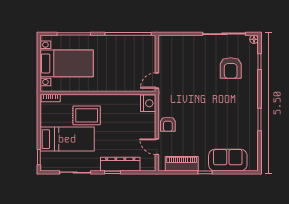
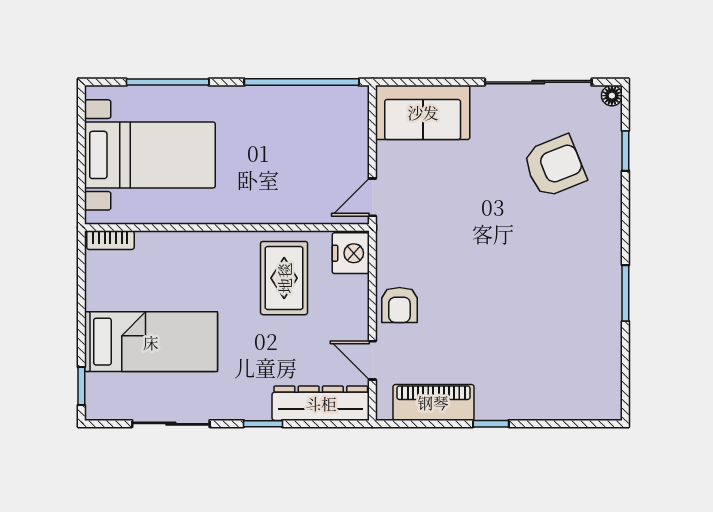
armchair: (231, 68) -> (554, 166), turned -112
rug: (87, 115) -> (284, 278), moved, turned 90
sofa: (228, 160) -> (423, 112), moved, turned 180
dresser: (120, 164) -> (321, 403), moved

